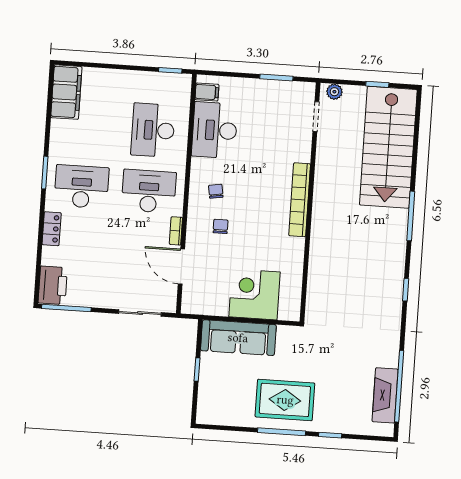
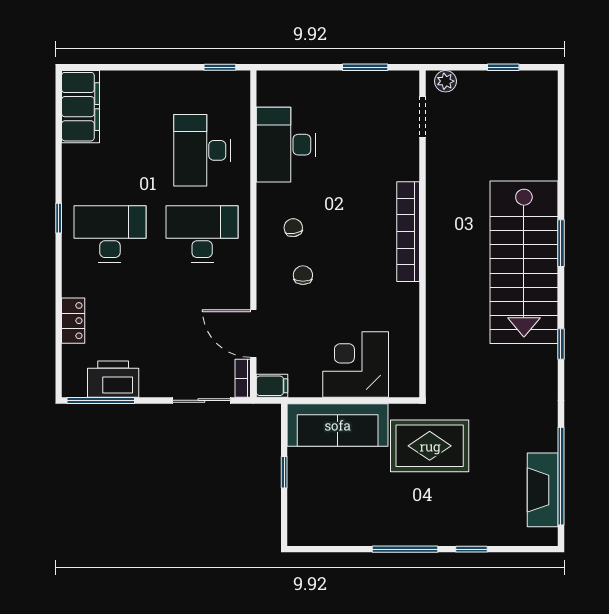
filing cabinet: (207, 92) -> (272, 386), moved
stairs: (388, 147) -> (524, 262), moved
window: (45, 173) -> (59, 218), width x0.67
window: (411, 216) -> (561, 243), width x0.69
locker: (52, 229) -> (73, 321), moved
bookcase: (176, 231) -> (243, 378), moved
printer: (53, 285) -> (113, 379), moved, turned -90
rug: (285, 400) -> (430, 446), moved

